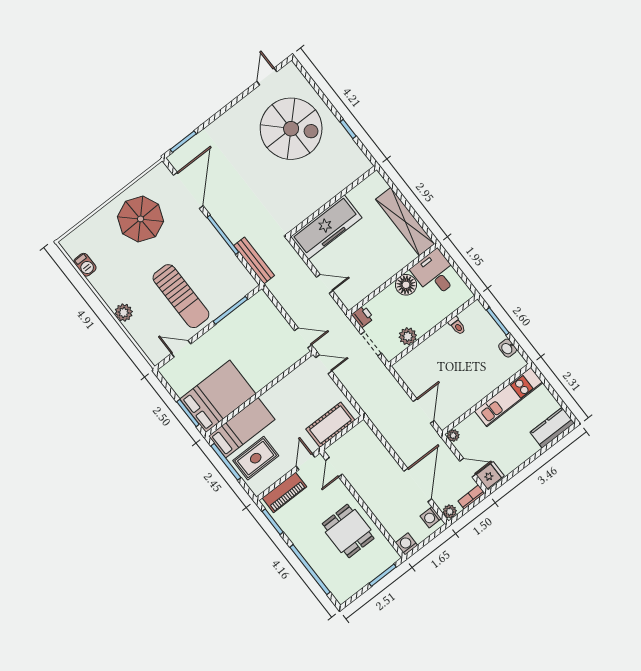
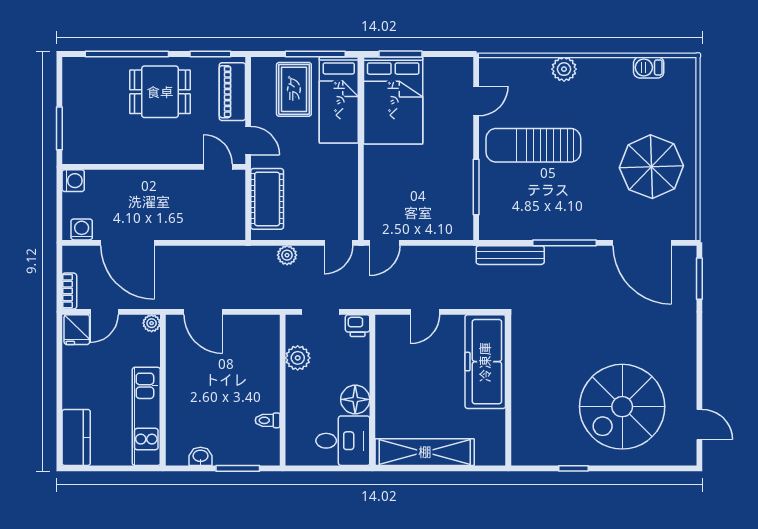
plant: (450, 512) -> (287, 255), moved
dining table: (348, 531) -> (160, 92), moved

